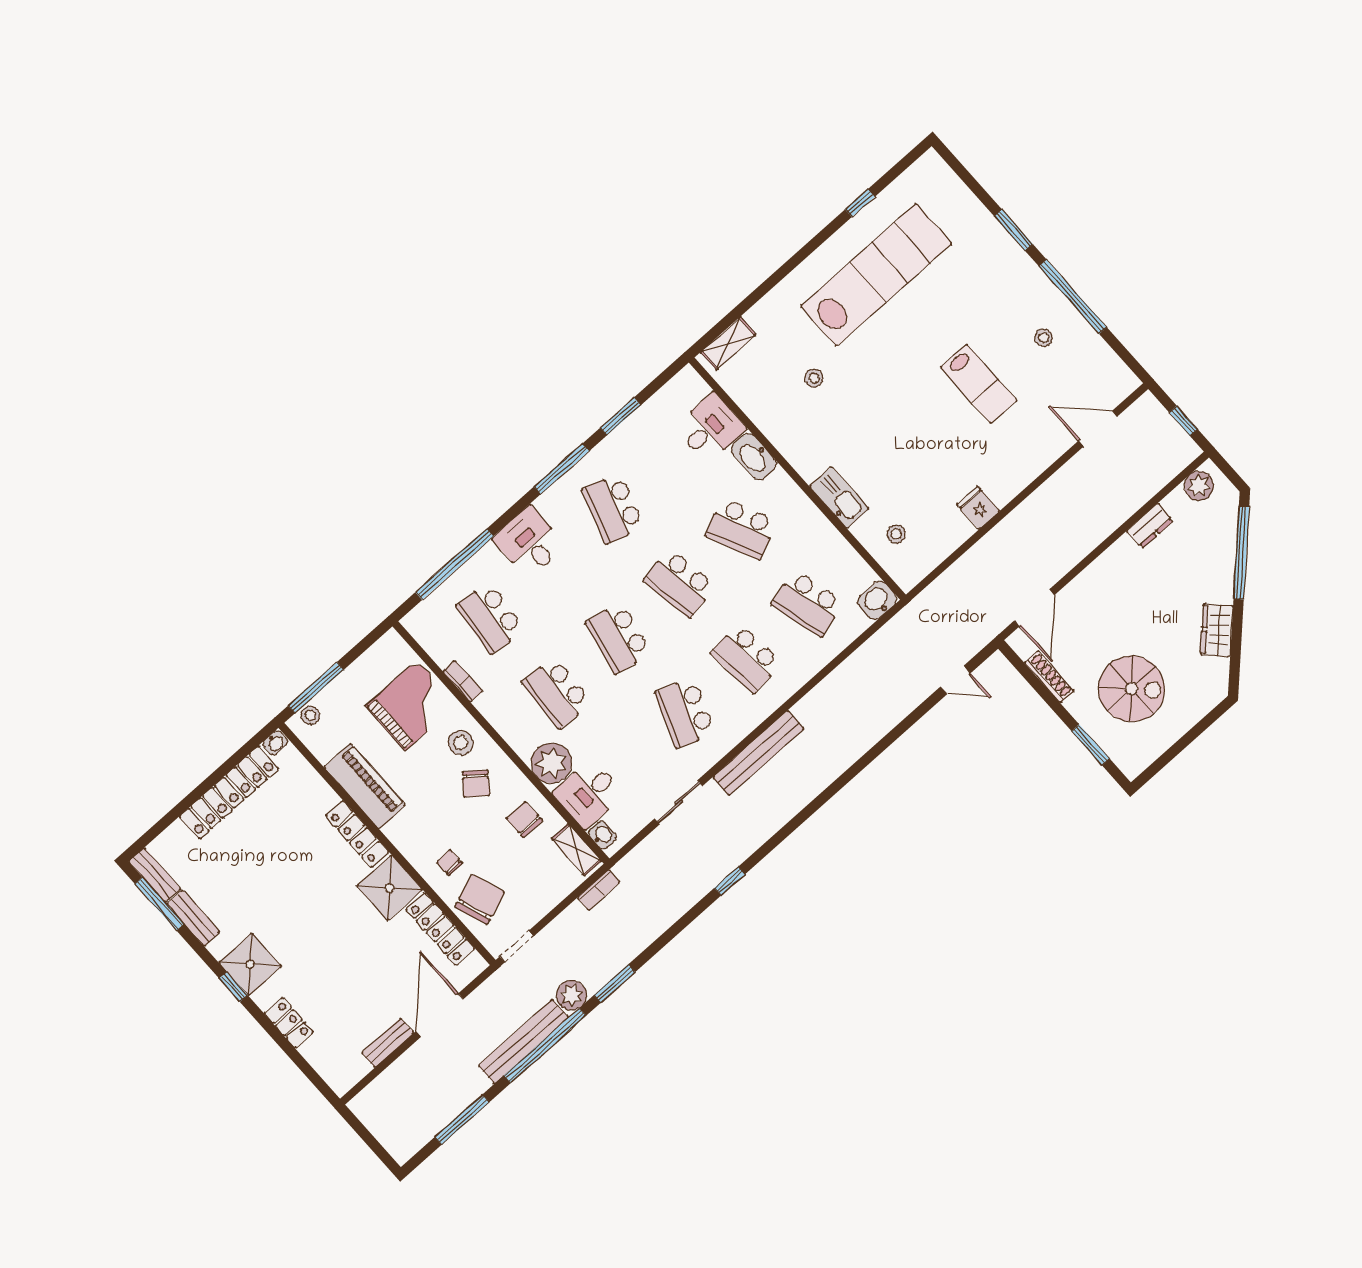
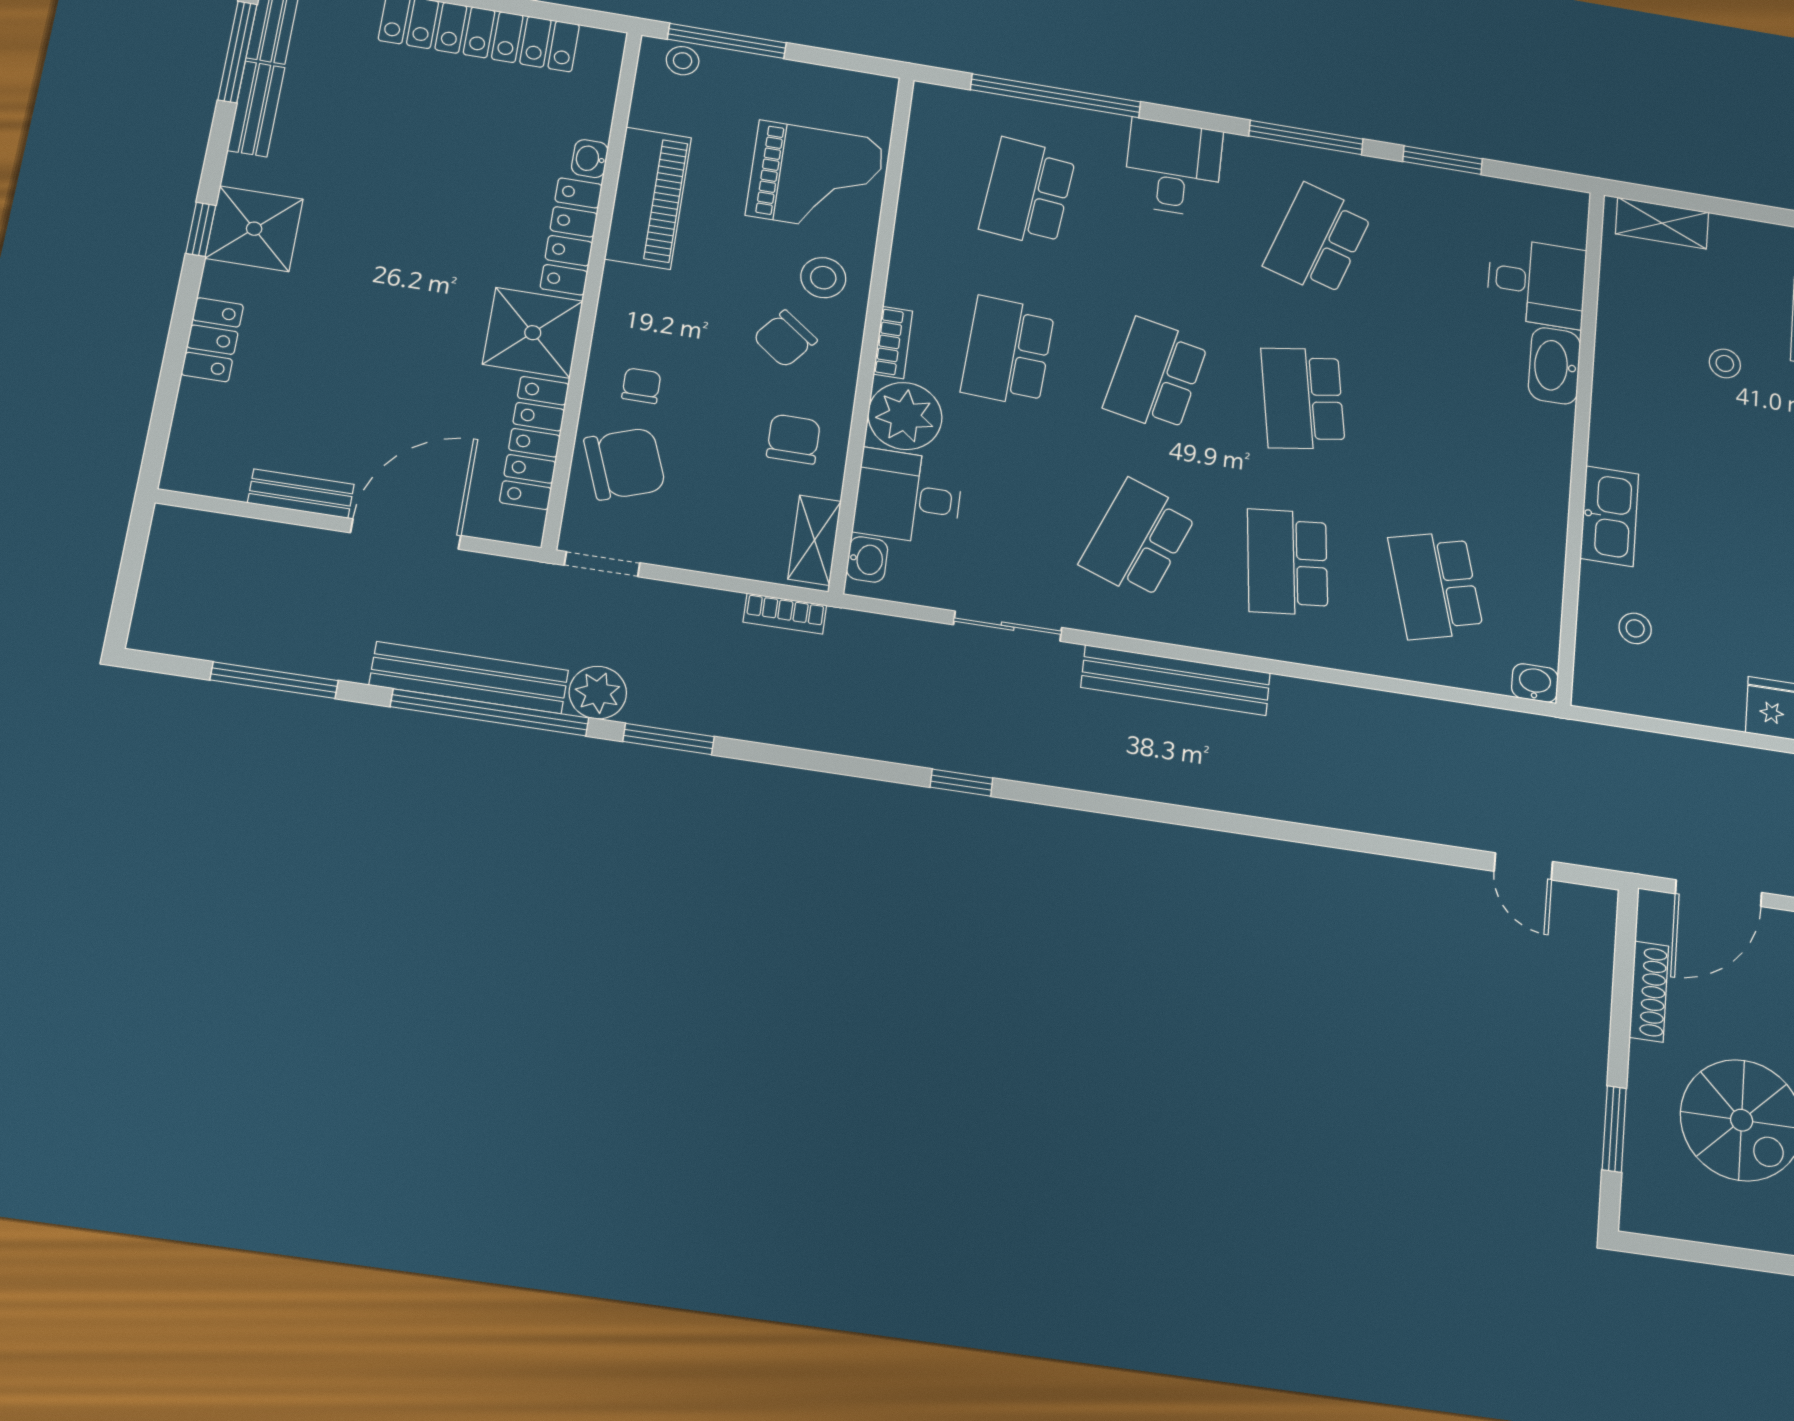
school desk: (741, 528) -> (1449, 422), removed
washbasin: (877, 600) -> (1535, 683), width x0.72, depth x0.69
bookcase: (463, 681) -> (893, 343), moved
washbasin: (275, 743) -> (590, 159), moved, turned 90

